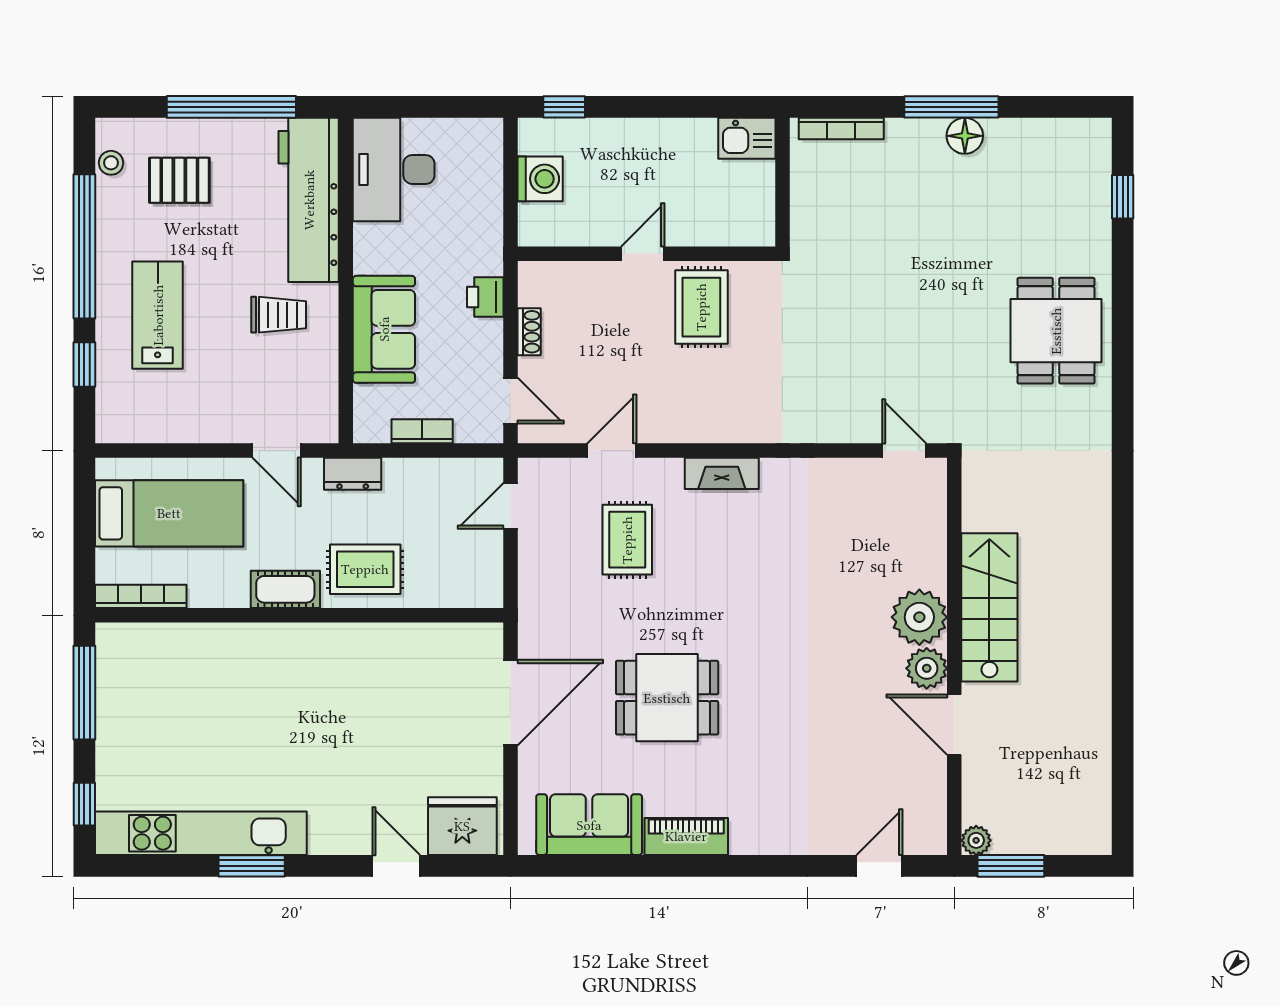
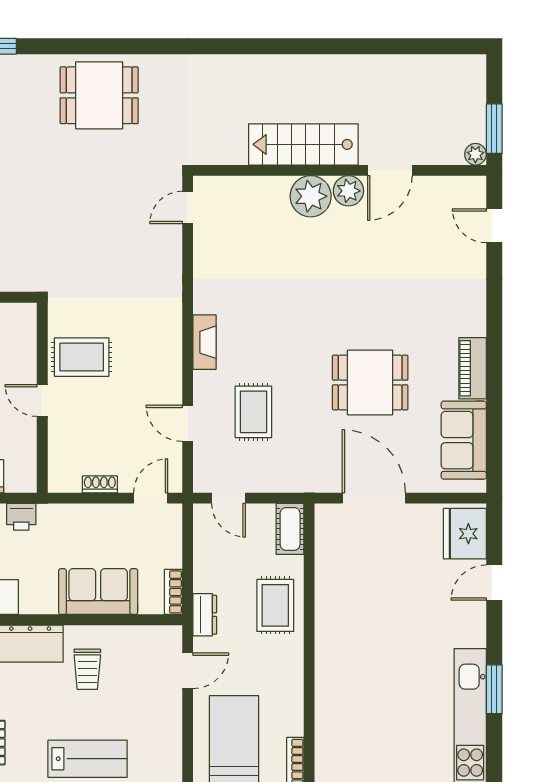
printer: (485, 297) -> (21, 517), moved
lab bench: (158, 315) -> (88, 759), turned 180
trolley: (279, 315) -> (87, 669), turned 180
bookcase: (422, 431) -> (173, 592), moved
rug: (627, 540) -> (253, 412), turned 90
cot: (285, 589) -> (290, 529), moved
dining table: (667, 698) -> (370, 382), turned 90

